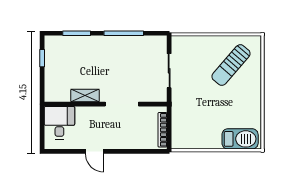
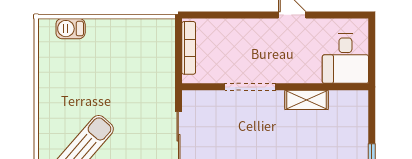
barbecue: (240, 139) -> (71, 29), width x0.53, depth x0.65

